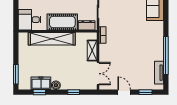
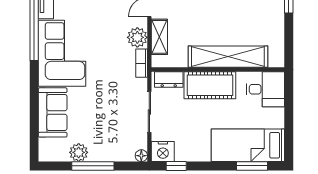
corner sofa: (149, 41) -> (62, 53), added
plant: (105, 50) -> (137, 37), added

